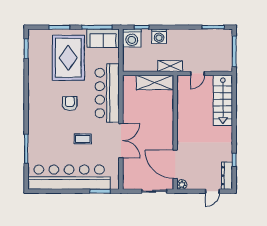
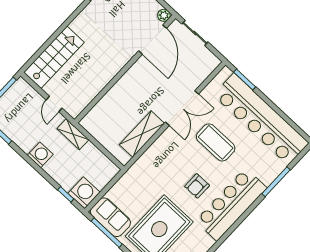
washing machine: (159, 36) -> (40, 155), moved
door: (197, 73) -> (54, 104), swing flipped
shelving: (155, 83) -> (142, 134), moved, turned 90
bar counter: (107, 93) -> (231, 204), moved, turned 180
coffee table: (83, 139) -> (216, 142), width x1.86, depth x1.72
double door: (121, 141) -> (182, 108), swing flipped

